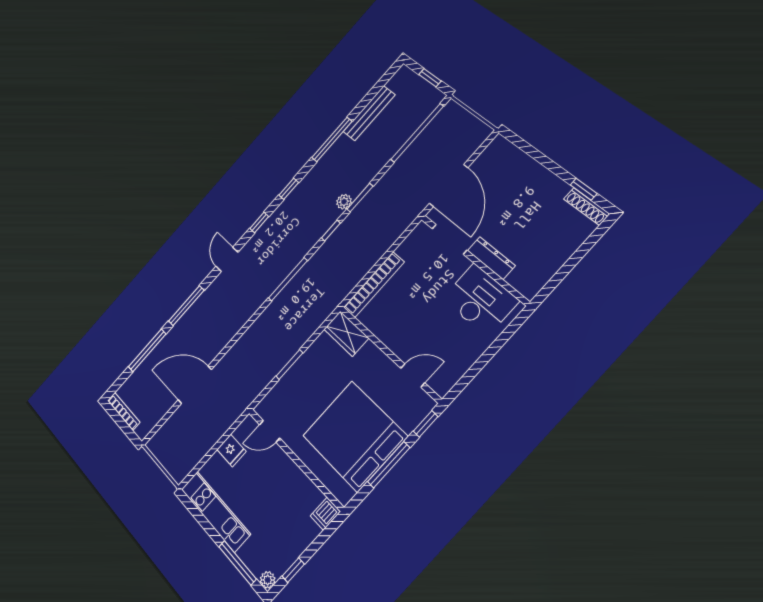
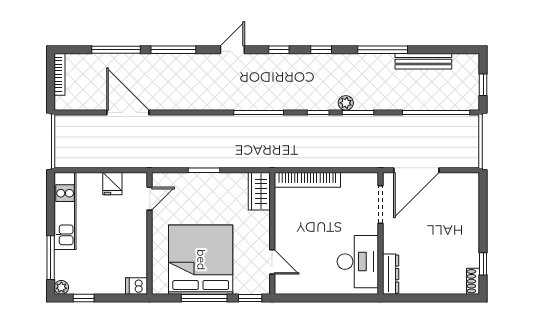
shoe rack: (586, 206) -> (473, 281), width x0.70
dresser: (491, 258) -> (391, 274), moved
door: (270, 431) -> (150, 199), swing flipped

